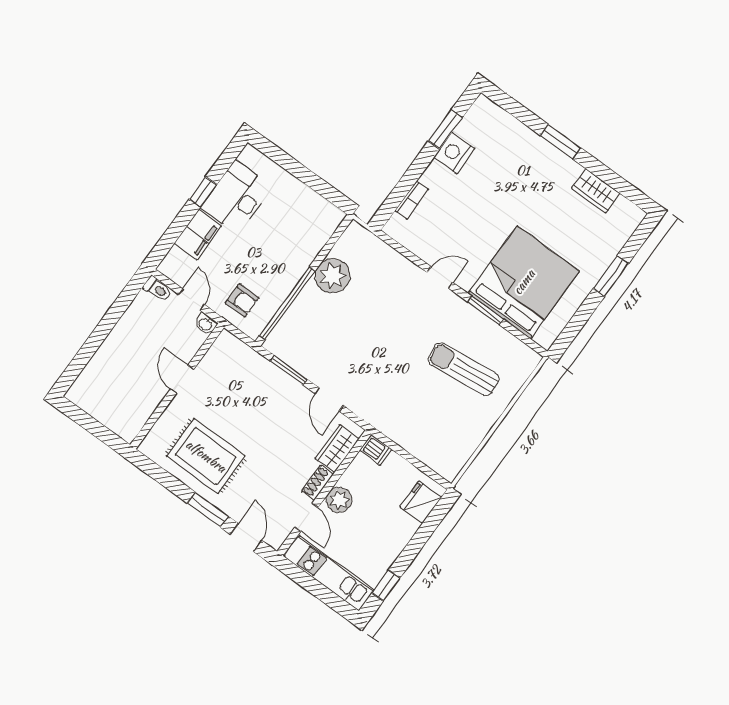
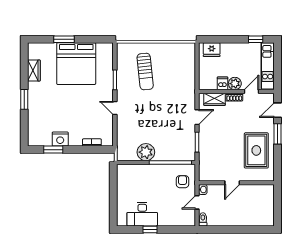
filing cabinet: (198, 235) -> (169, 219), removed
bed: (524, 282) -> (76, 64), moved, turned -90
dishwasher: (376, 450) -> (223, 83), moved

